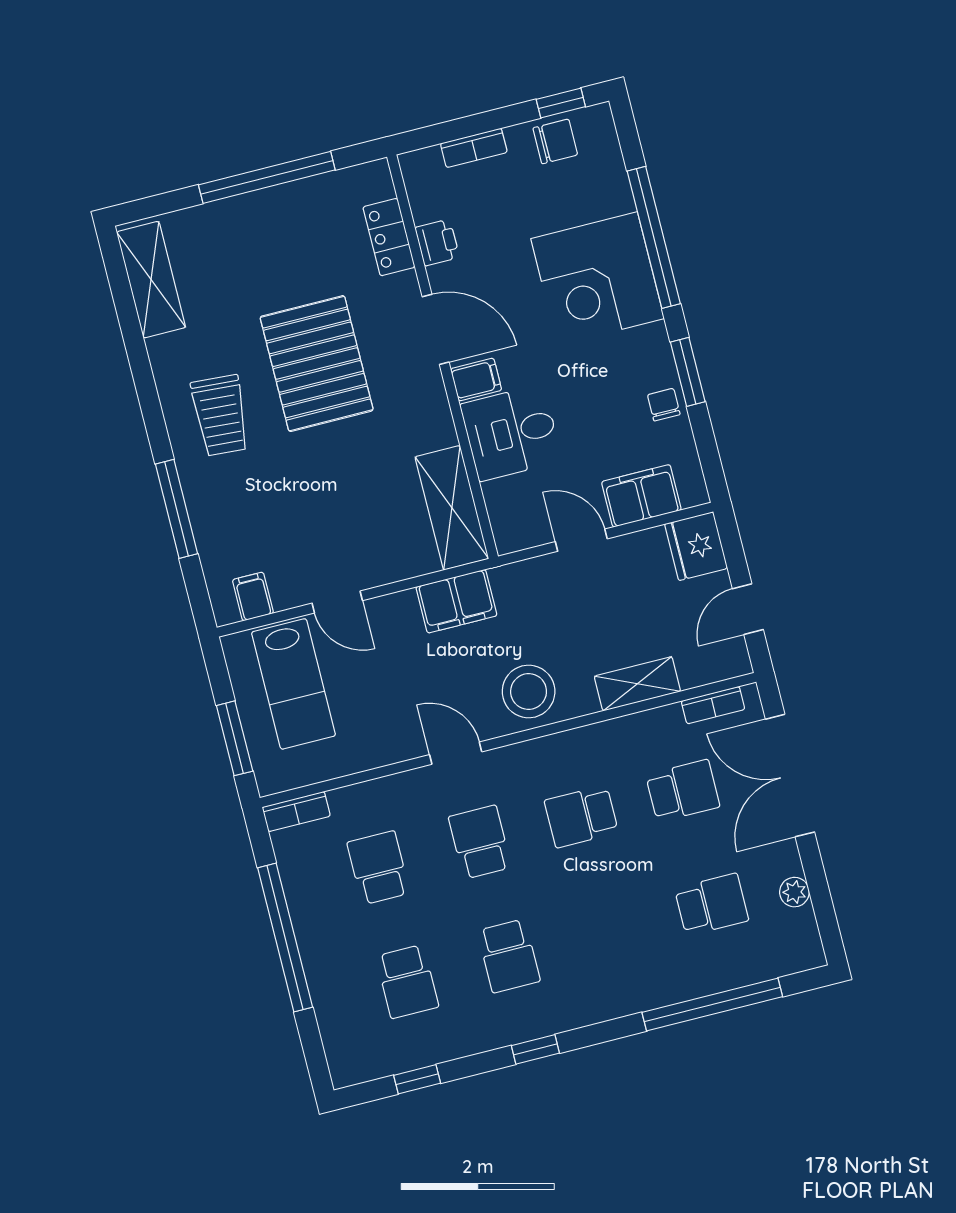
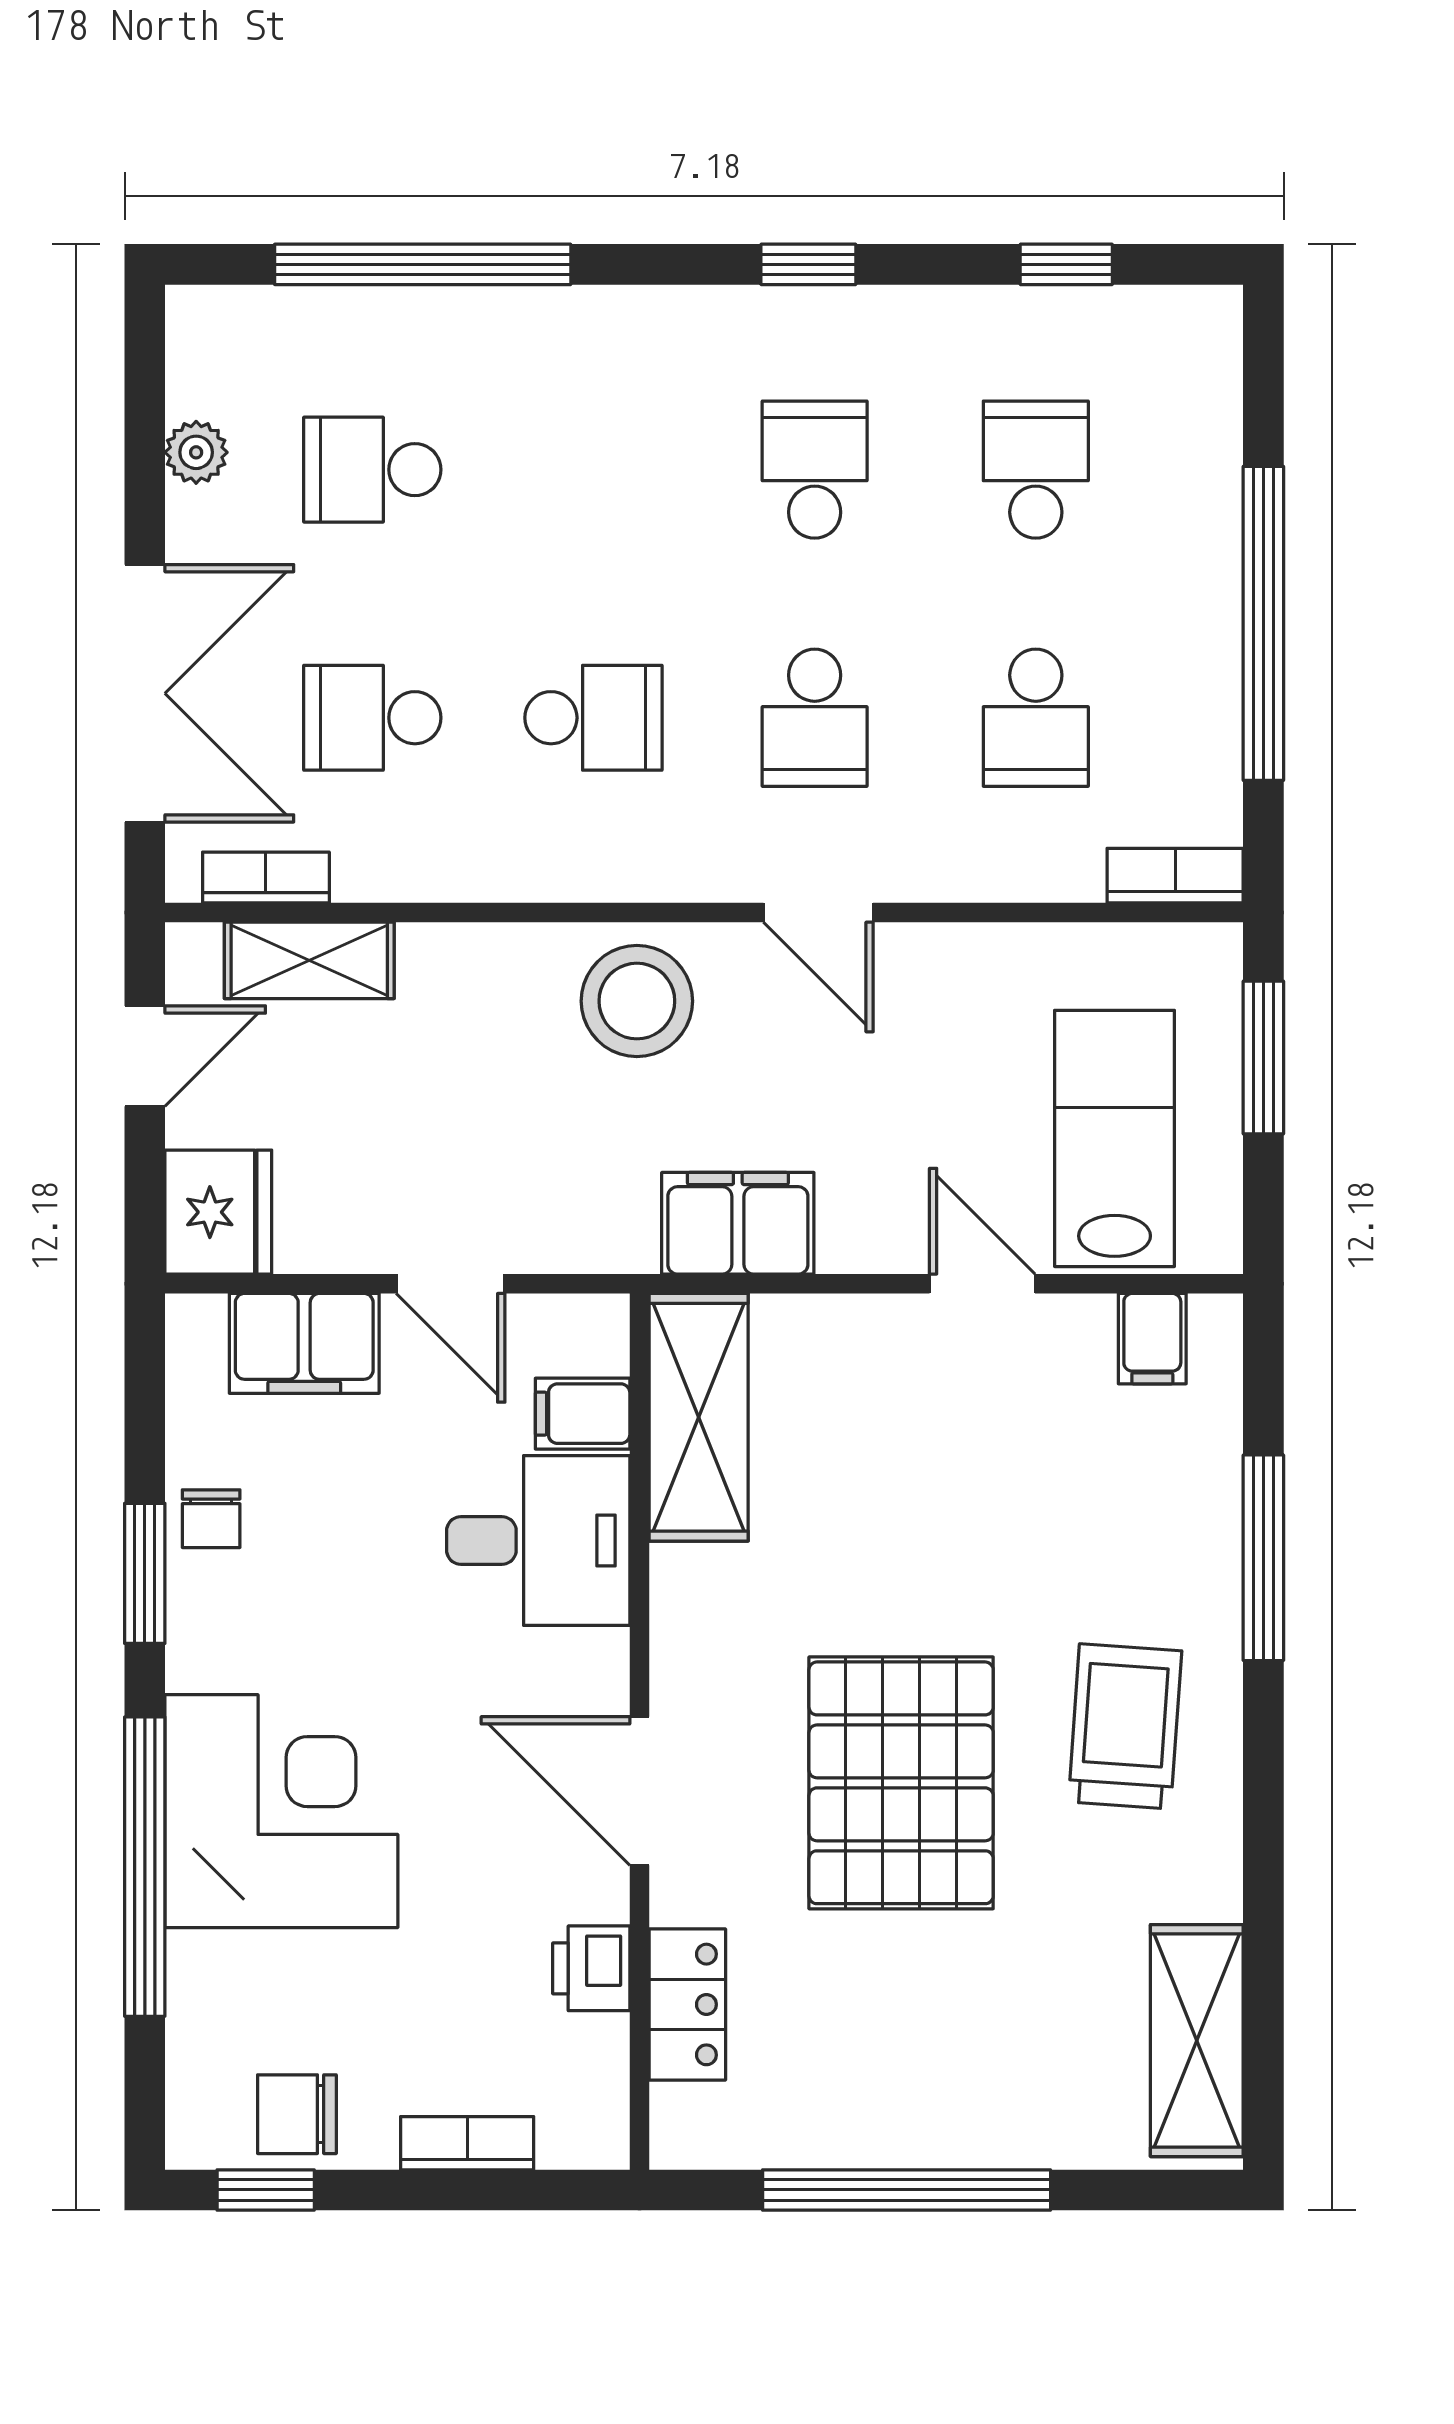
filing cabinet: (476, 380) -> (583, 1414), moved
shelving: (637, 684) -> (309, 960), moved

